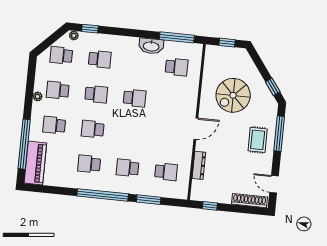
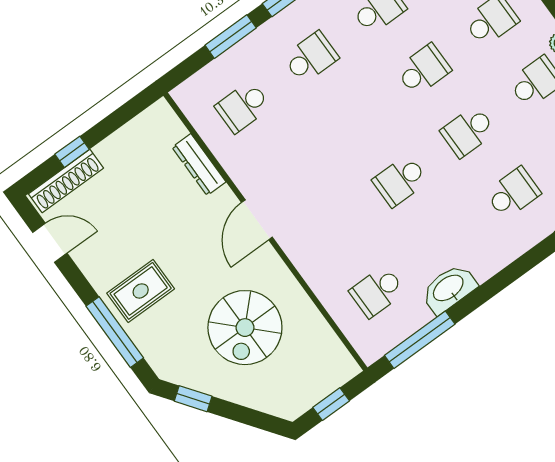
school desk: (100, 59) -> (513, 193), turned 180
spiral stairs: (233, 95) -> (245, 328), turned 180
rug: (258, 140) -> (141, 291), turned 90
window: (210, 206) -> (72, 152), moved

